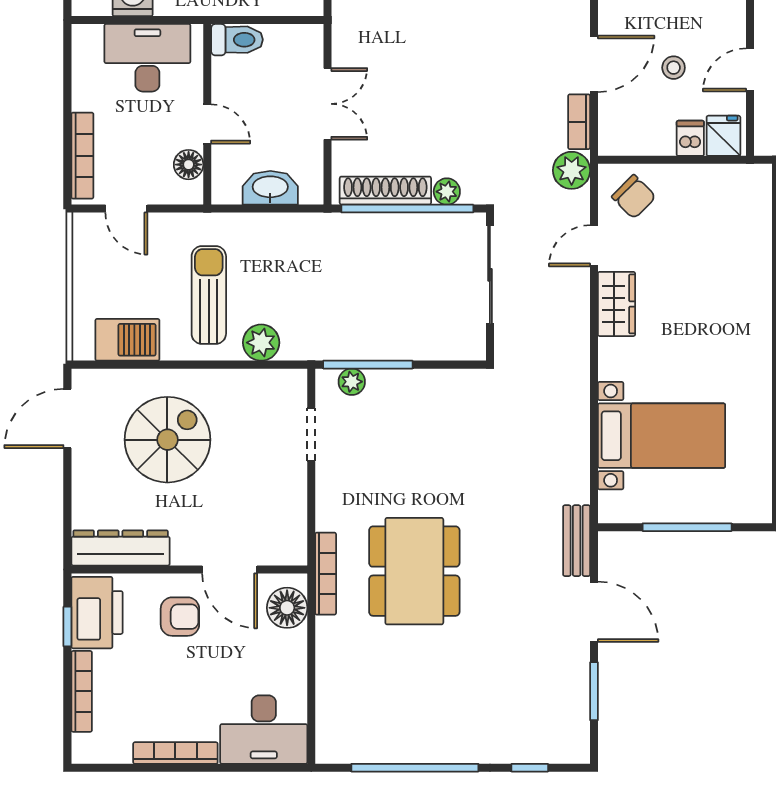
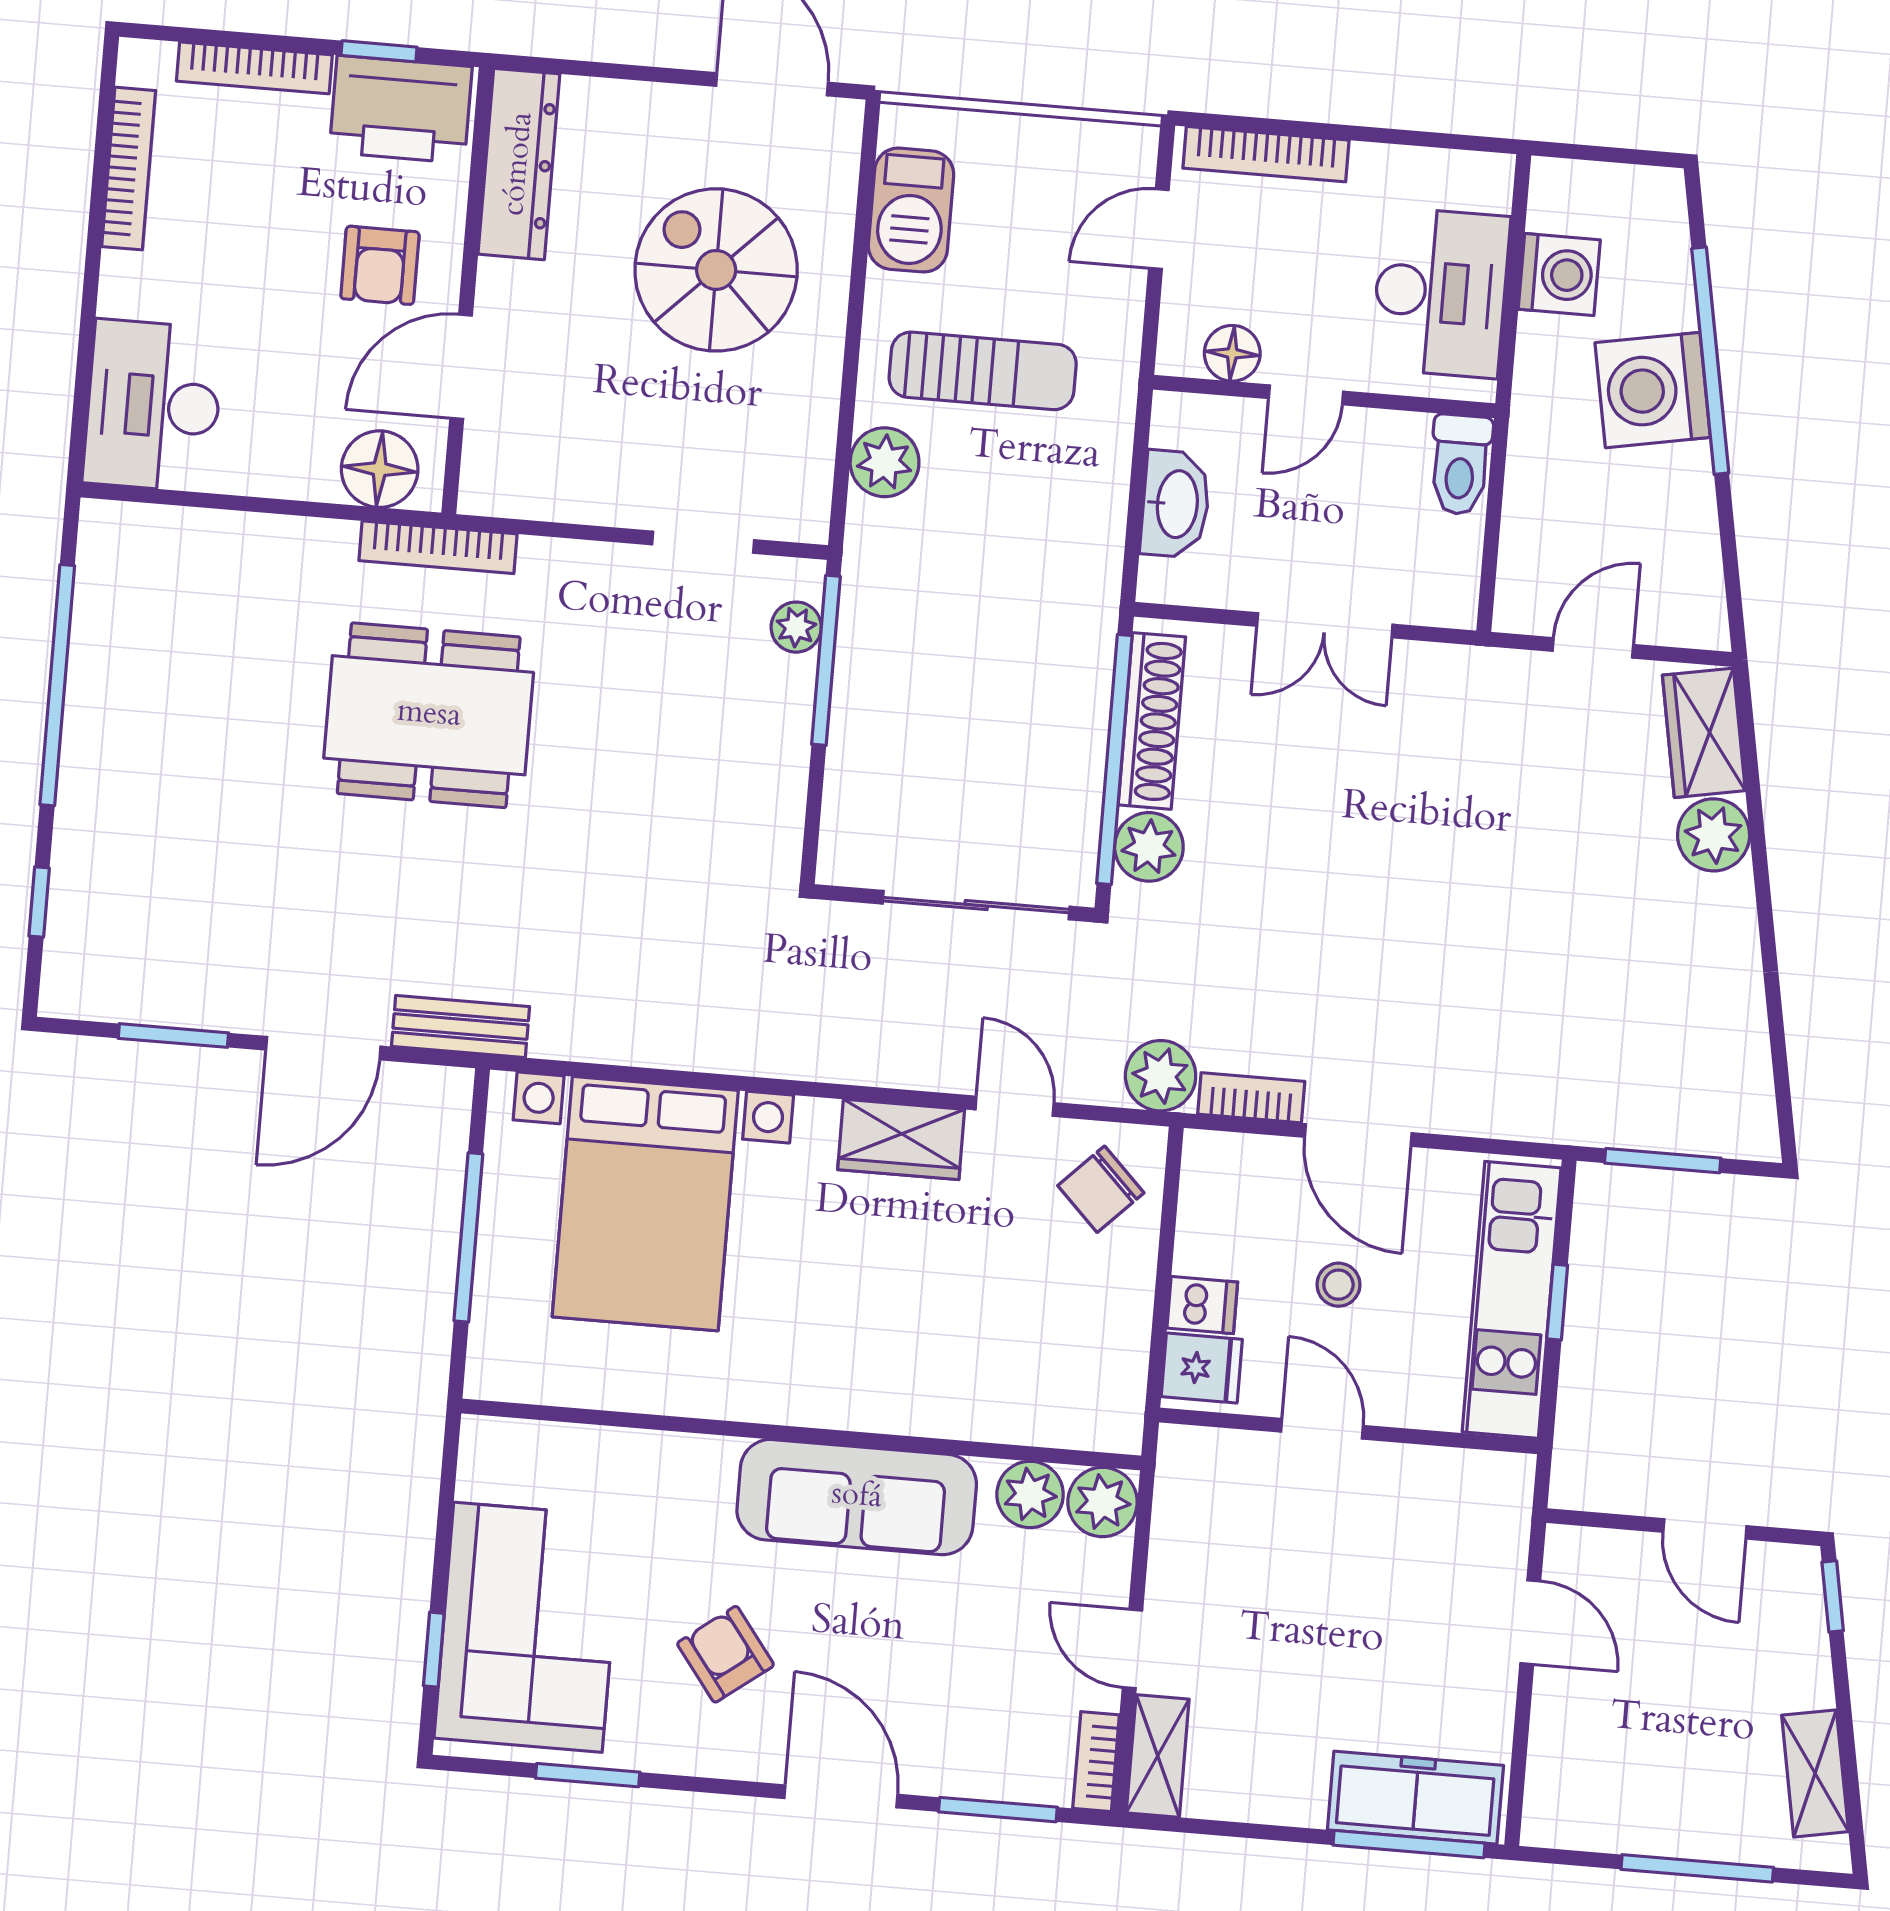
plant: (447, 192) -> (1149, 847), width x1.38, depth x1.38
bed with nightstands: (662, 436) -> (645, 1204), width x1.36
spiral stairs: (167, 440) -> (716, 270), turned 180
bookcase: (175, 753) -> (129, 169), moved

